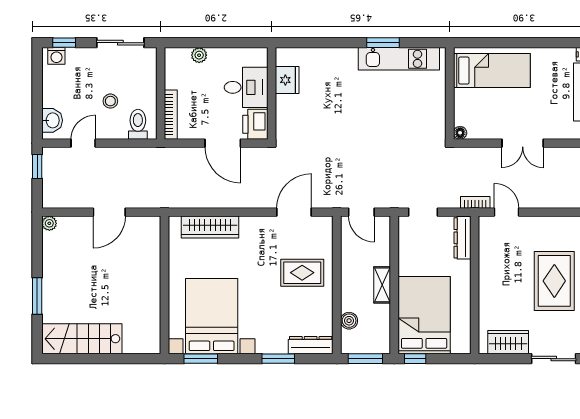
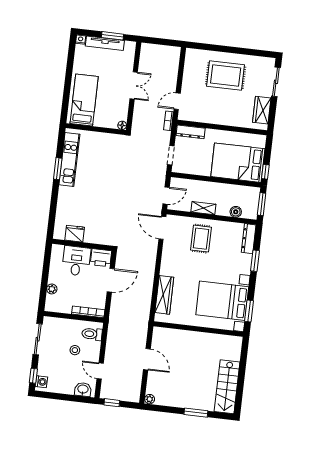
door: (294, 212) -> (162, 228), moved
shelving: (382, 285) -> (203, 208), moved

